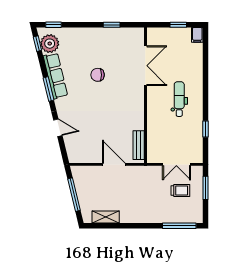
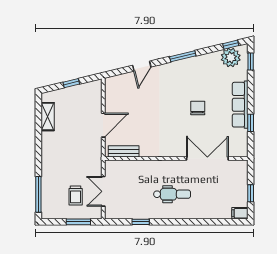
double door: (145, 66) -> (207, 159), swing flipped
row of seats: (55, 76) -> (240, 105), moved, turned 104
window: (74, 195) -> (71, 83), width x0.46

